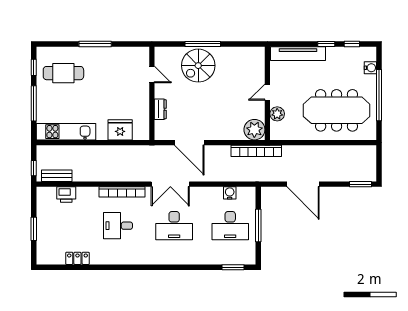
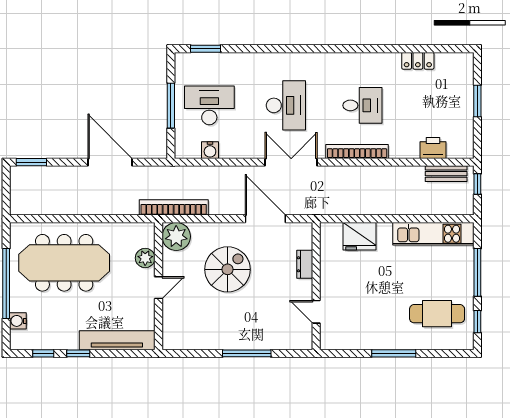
spiral stairs: (198, 66) -> (228, 269), moved
desk: (174, 226) -> (286, 105), turned 90

